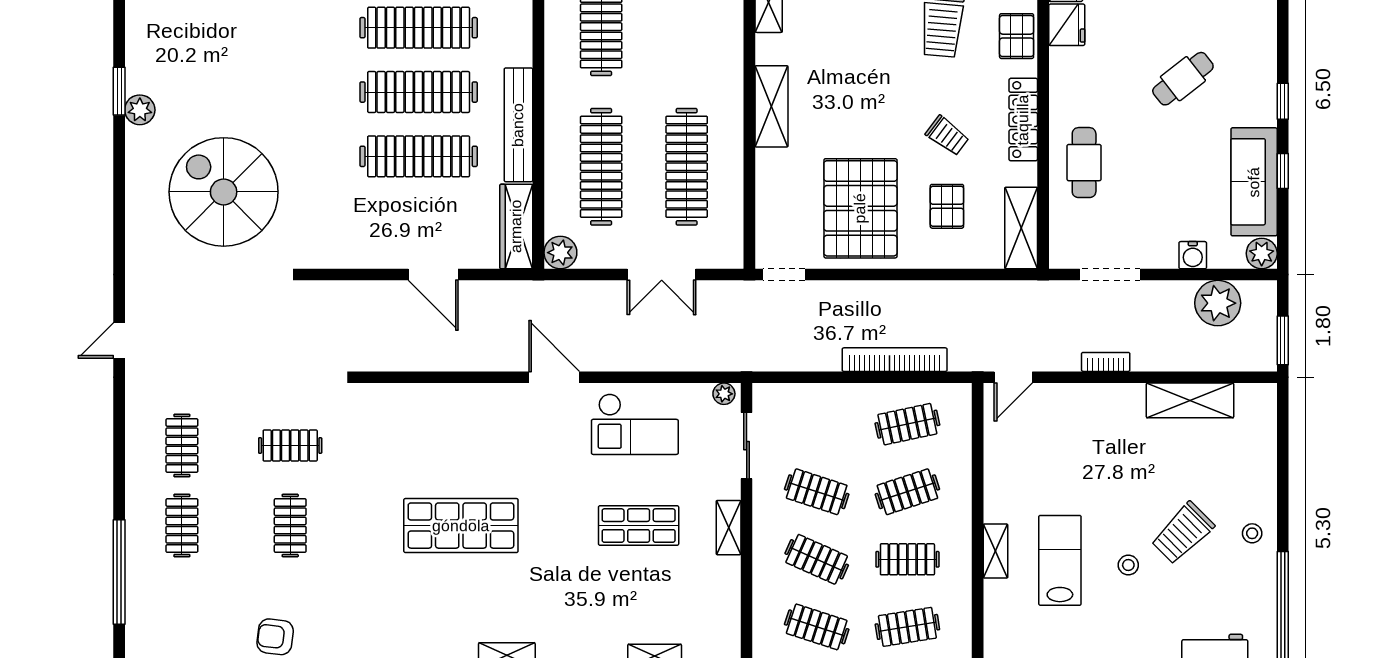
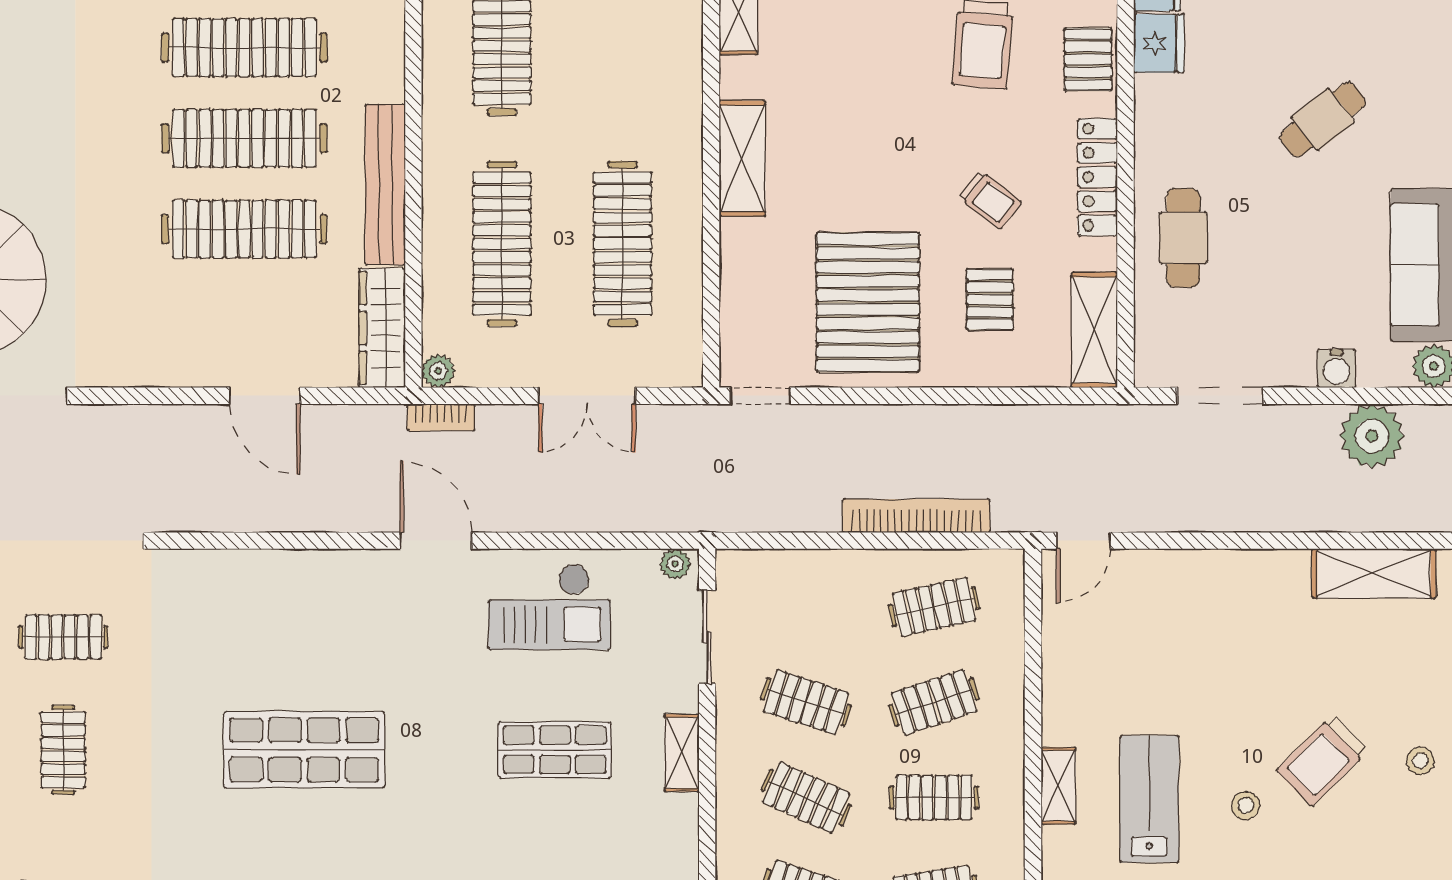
plant: (560, 253) -> (438, 371), width x0.73, depth x0.73
bookcase: (1106, 362) -> (441, 417), moved, turned 180
shelving: (1190, 400) -> (1374, 573), moved

